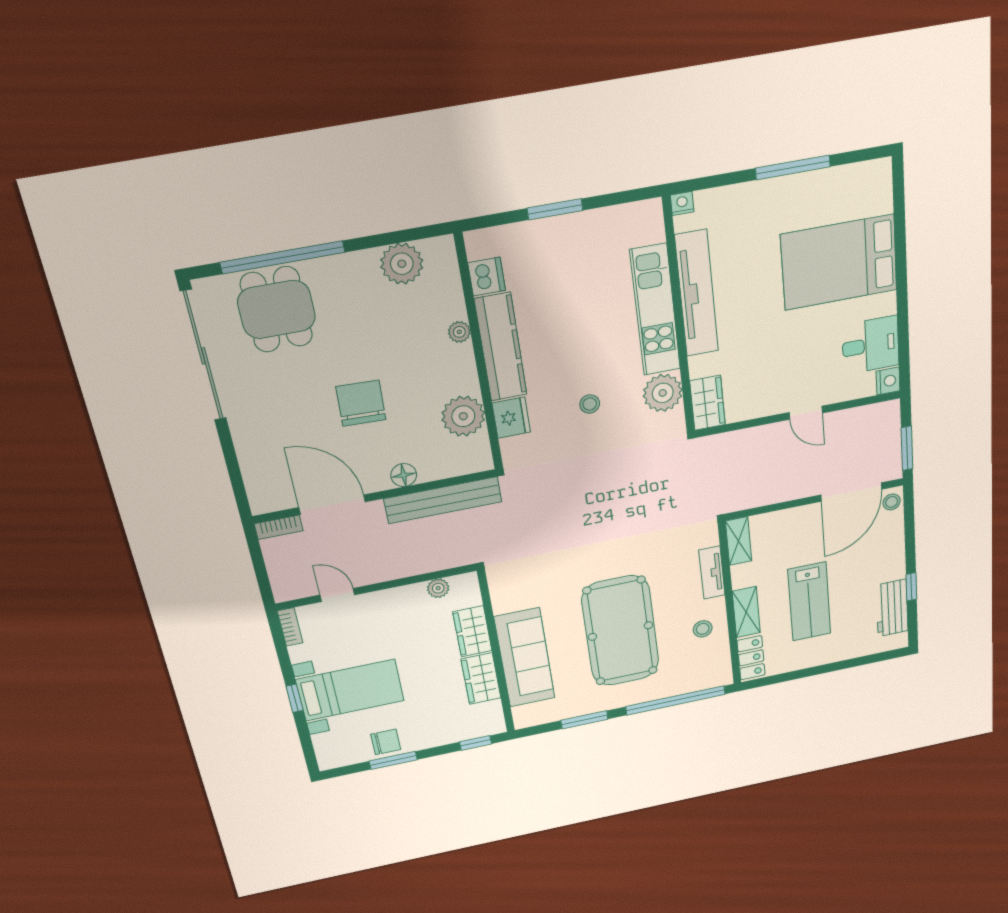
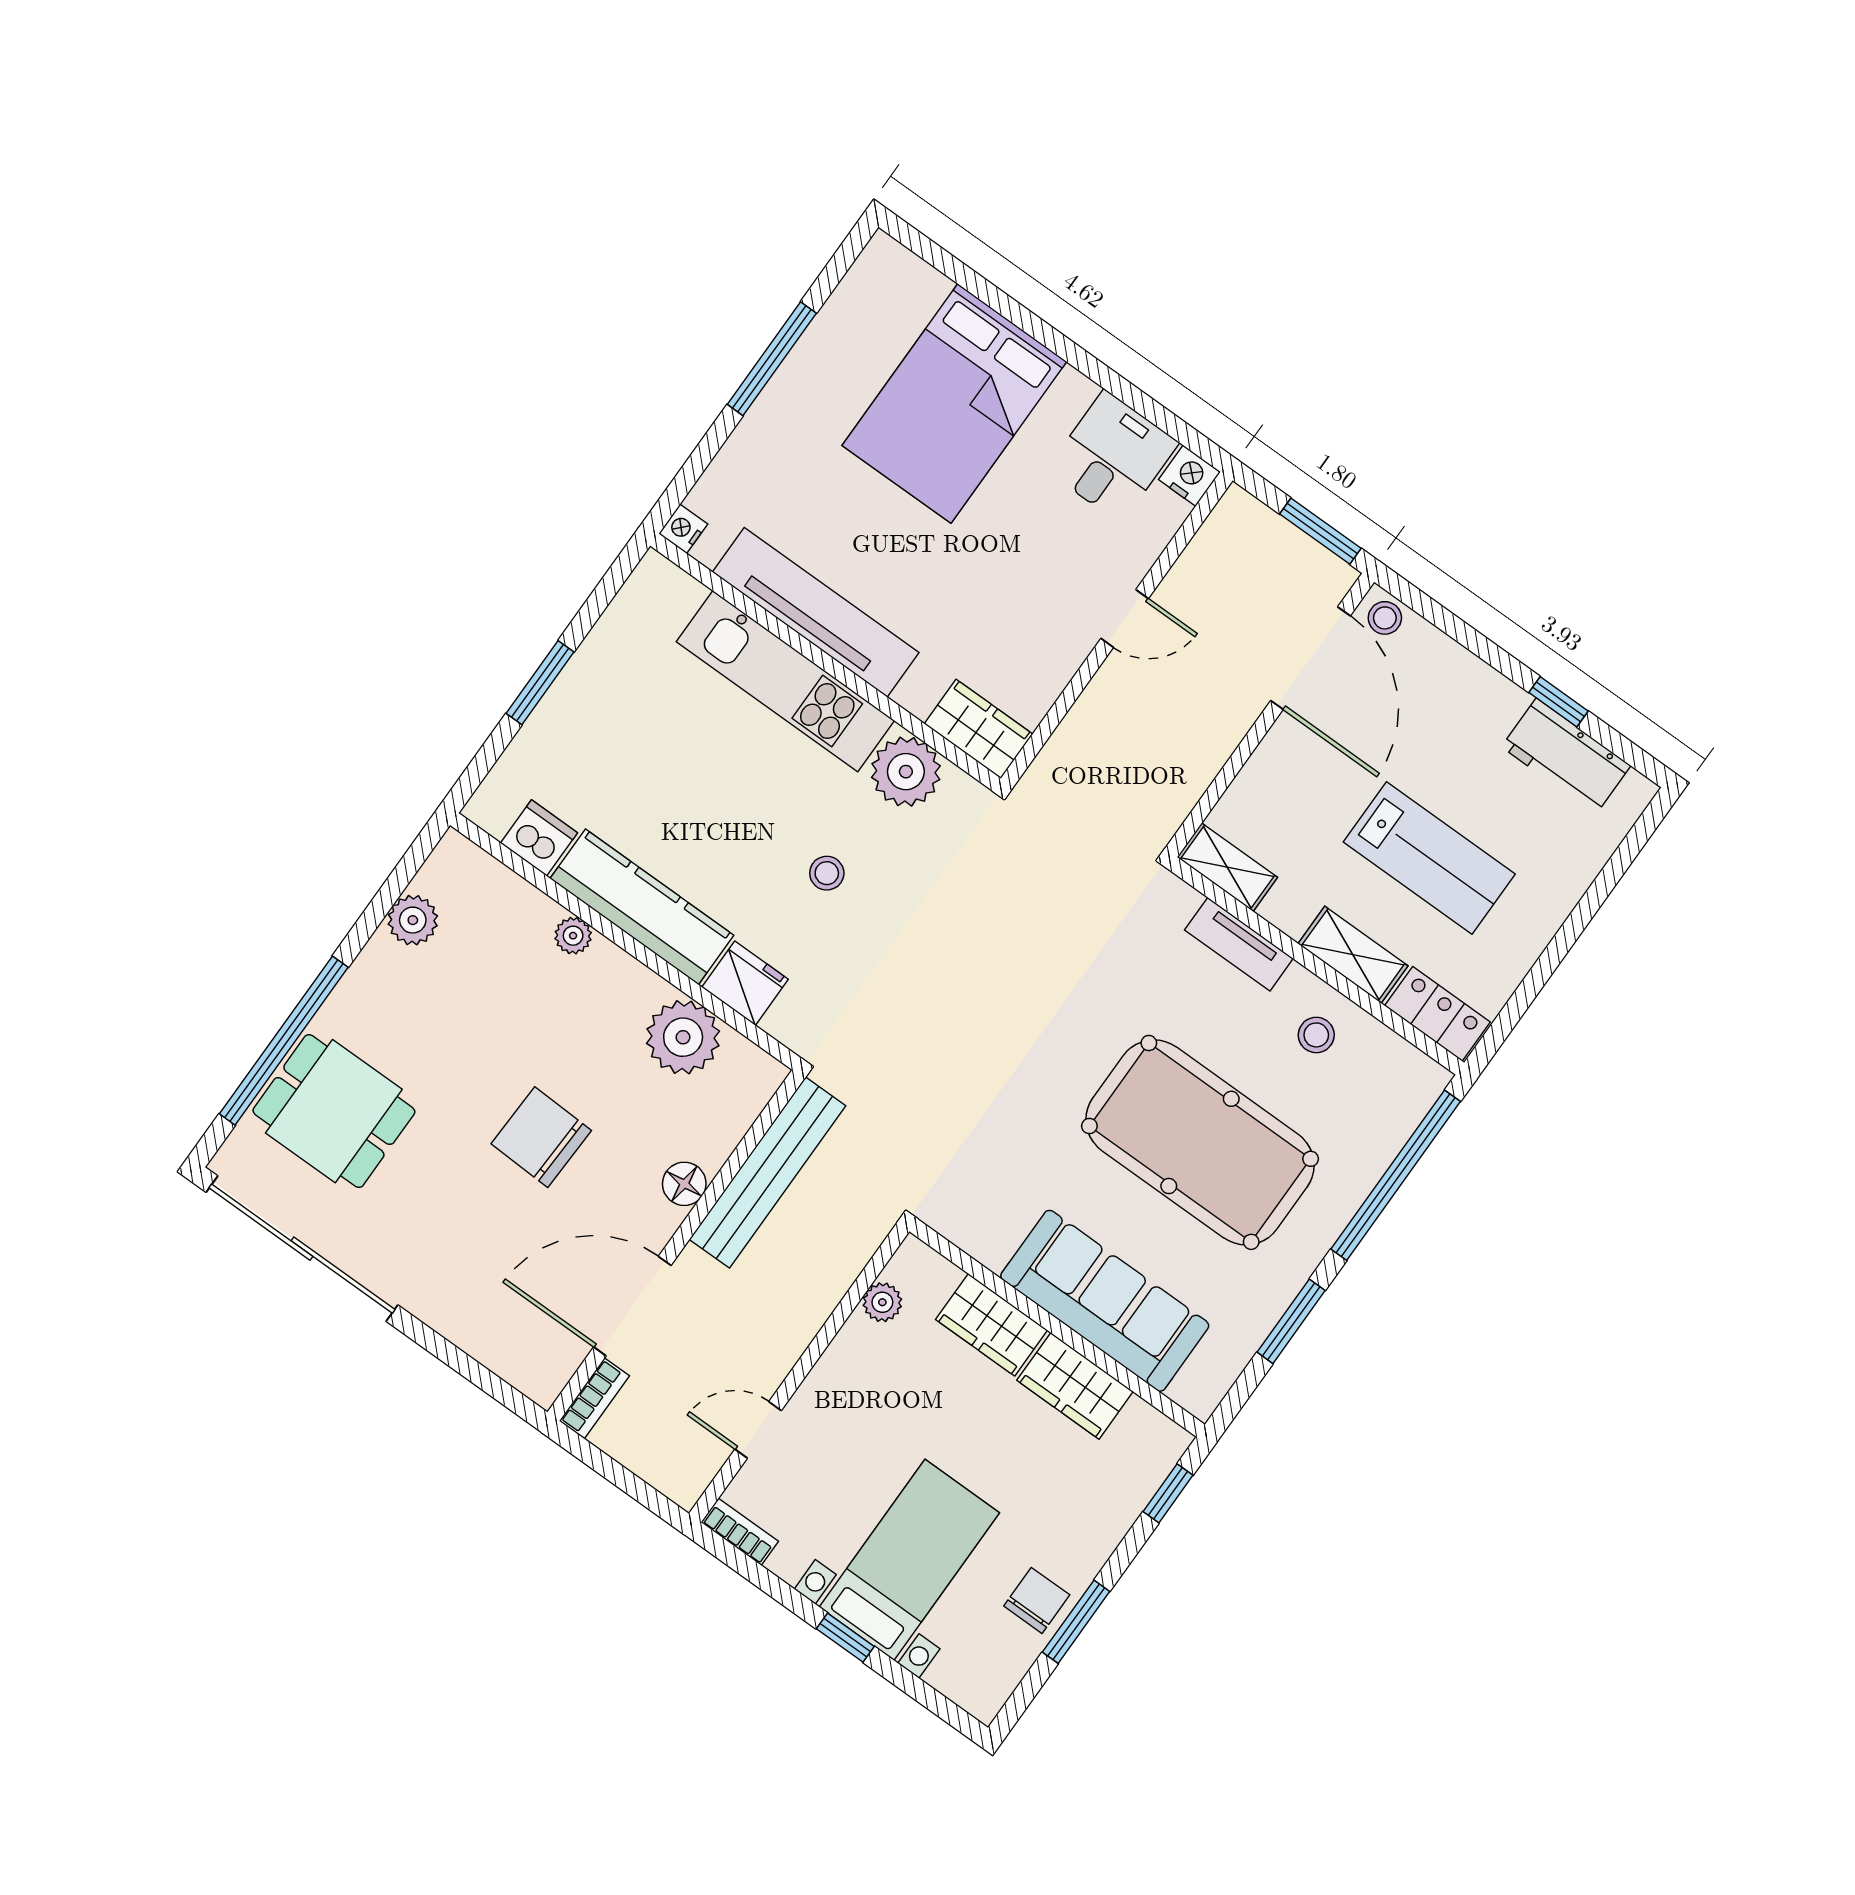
plant: (402, 264) -> (413, 920), width x0.73, depth x0.73

